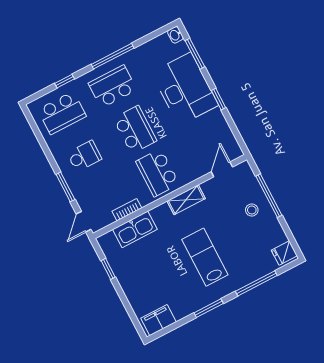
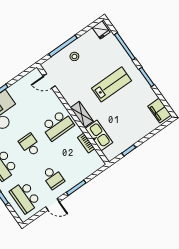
school desk: (62, 113) -> (25, 197), turned 180
school desk: (135, 130) -> (30, 145), width x0.54
school desk: (84, 156) -> (53, 177), turned 180
shelving: (186, 200) -> (82, 114), moved
door: (84, 222) -> (52, 204), moved
lab bench: (205, 257) -> (112, 84), turned 180

